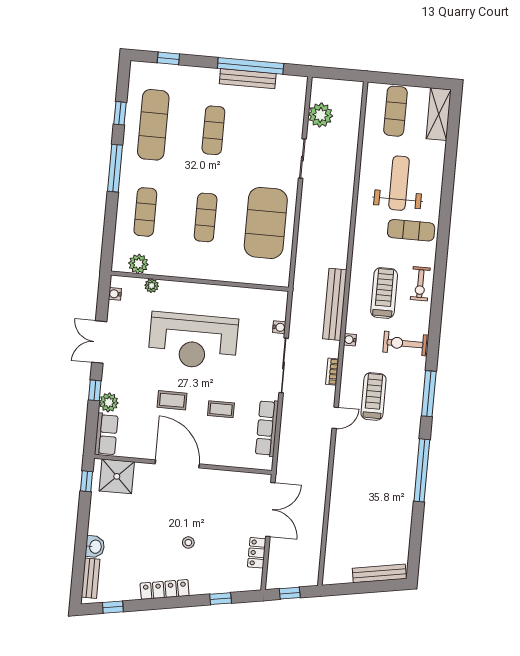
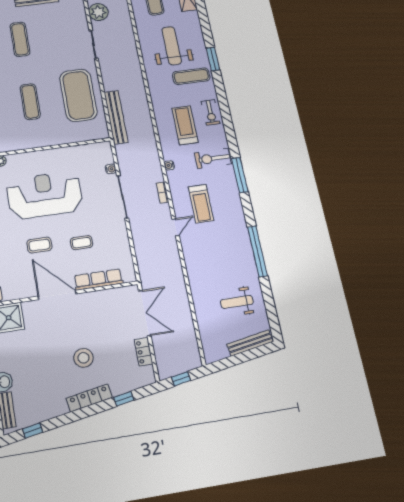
window: (445, 213) -> (213, 59), added
bench: (335, 304) -> (116, 117), moved
reception desk: (193, 341) -> (45, 195), turned 180
window: (429, 394) -> (240, 175), moved
treadmill: (373, 396) -> (201, 204), turned 180
row of seats: (267, 428) -> (98, 280), moved, turned 90
weight bench: (379, 523) -> (237, 302), added
stool: (188, 543) -> (83, 358), width x1.89, depth x1.89
locker: (165, 589) -> (89, 398), moved

